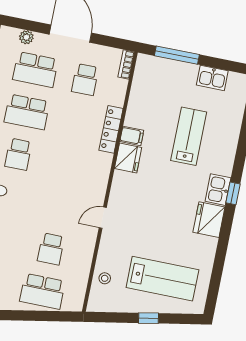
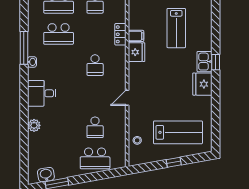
locker: (111, 129) -> (120, 34), width x0.66
lab bench: (189, 136) -> (176, 28), turned 180
school desk: (18, 154) -> (95, 65), moved

